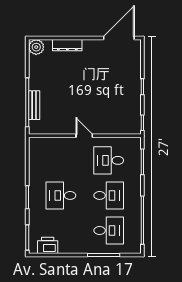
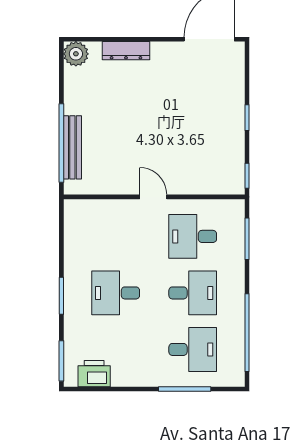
bench: (34, 105) -> (72, 147), width x1.36

